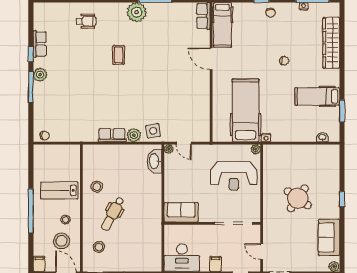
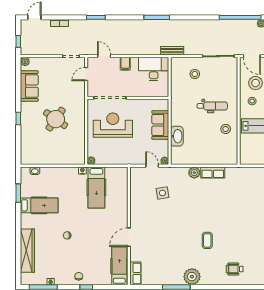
door: (211, 59) -> (129, 237), swing flipped
hospital bed: (246, 110) -> (96, 188), width x0.73, depth x0.78
side table: (153, 131) -> (162, 193), moved
washbasin: (154, 161) -> (177, 136), moved
reception desk: (234, 176) -> (113, 125), moved
sofa: (181, 212) -> (160, 125), moved, turned 90
dental chair: (113, 214) -> (212, 106), turned 62
stool: (99, 247) -> (195, 74), moved
door: (262, 252) -> (86, 74), swing flipped

